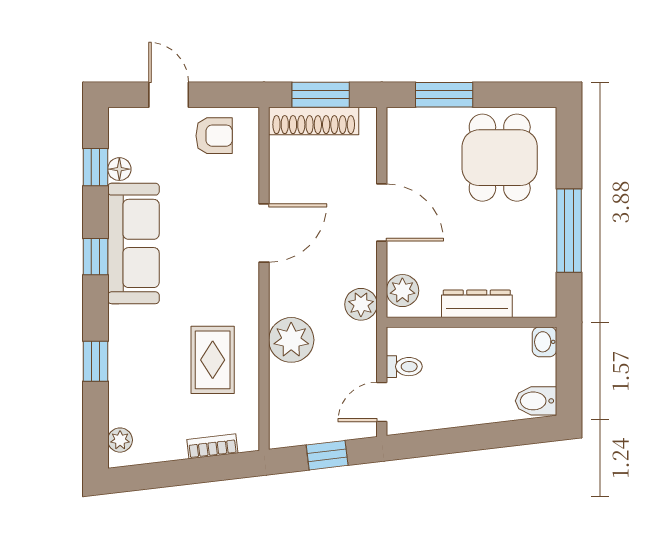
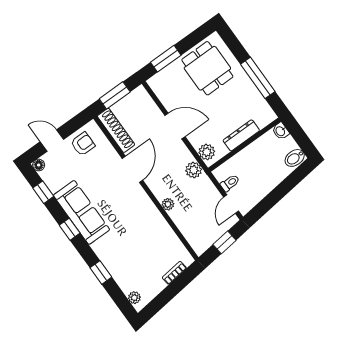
shoe rack: (314, 121) -> (116, 130), moved, turned -90
floor lamp: (119, 169) -> (39, 165), moved
plant: (291, 340) -> (168, 204), width x0.53, depth x0.53
rug: (213, 360) -> (149, 237), removed

